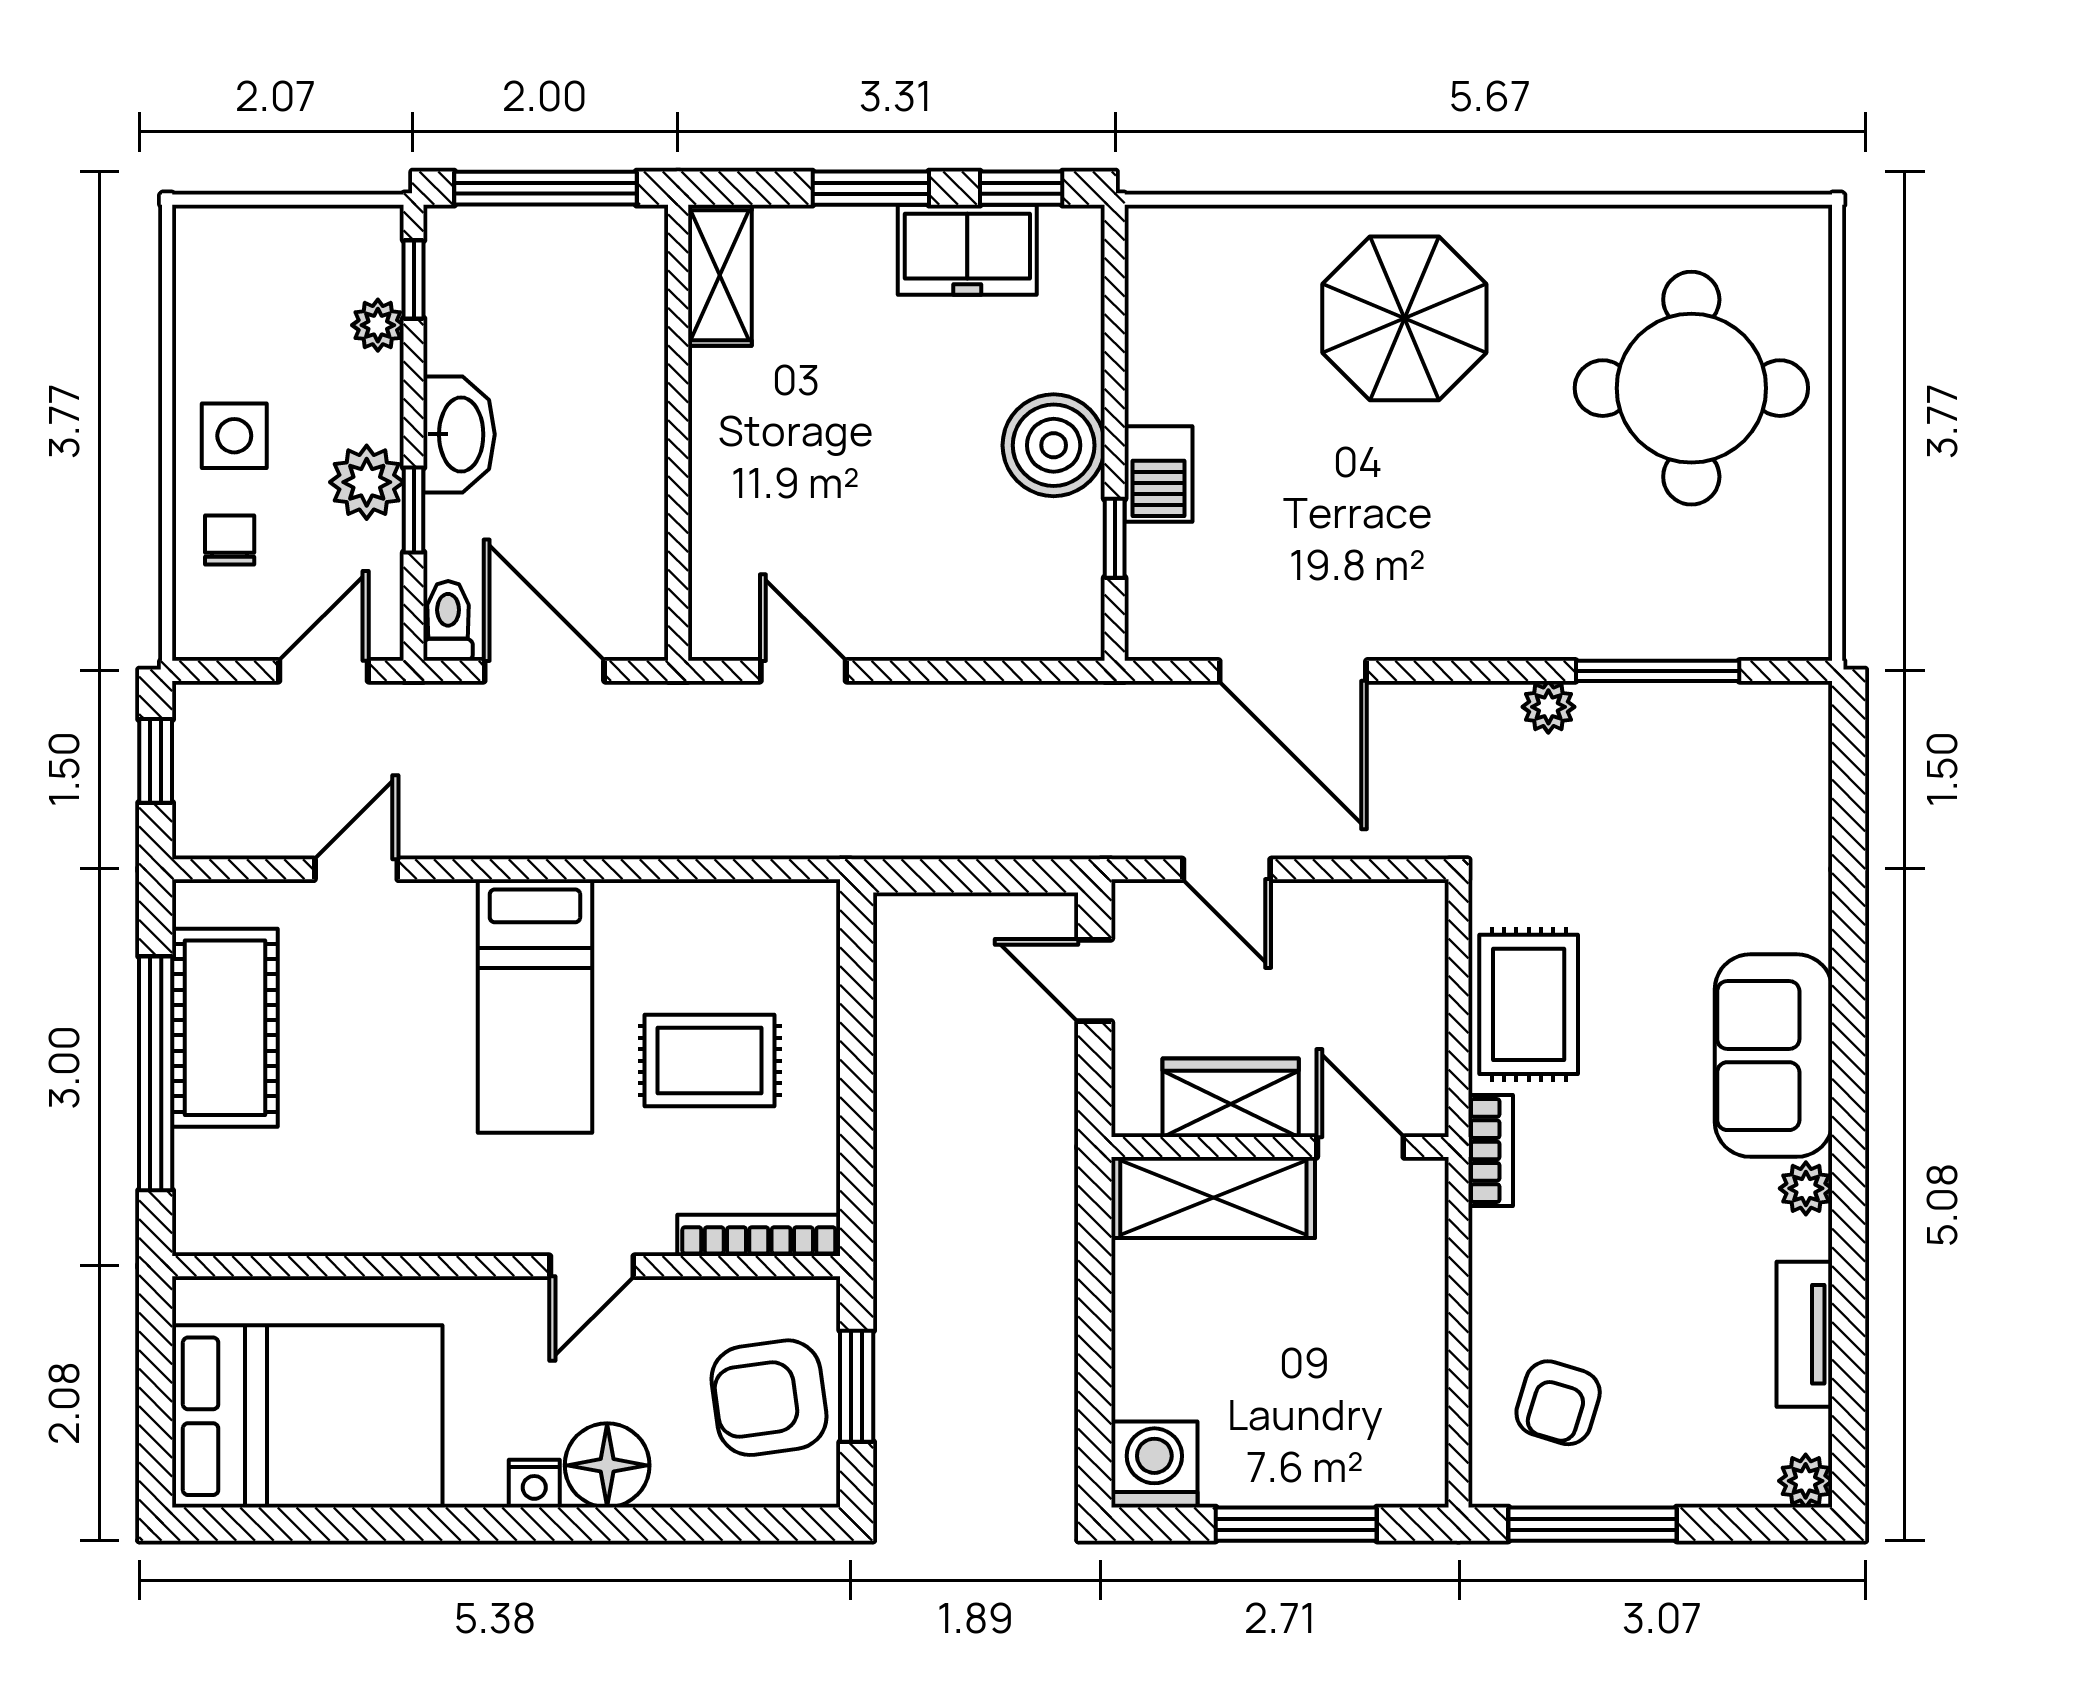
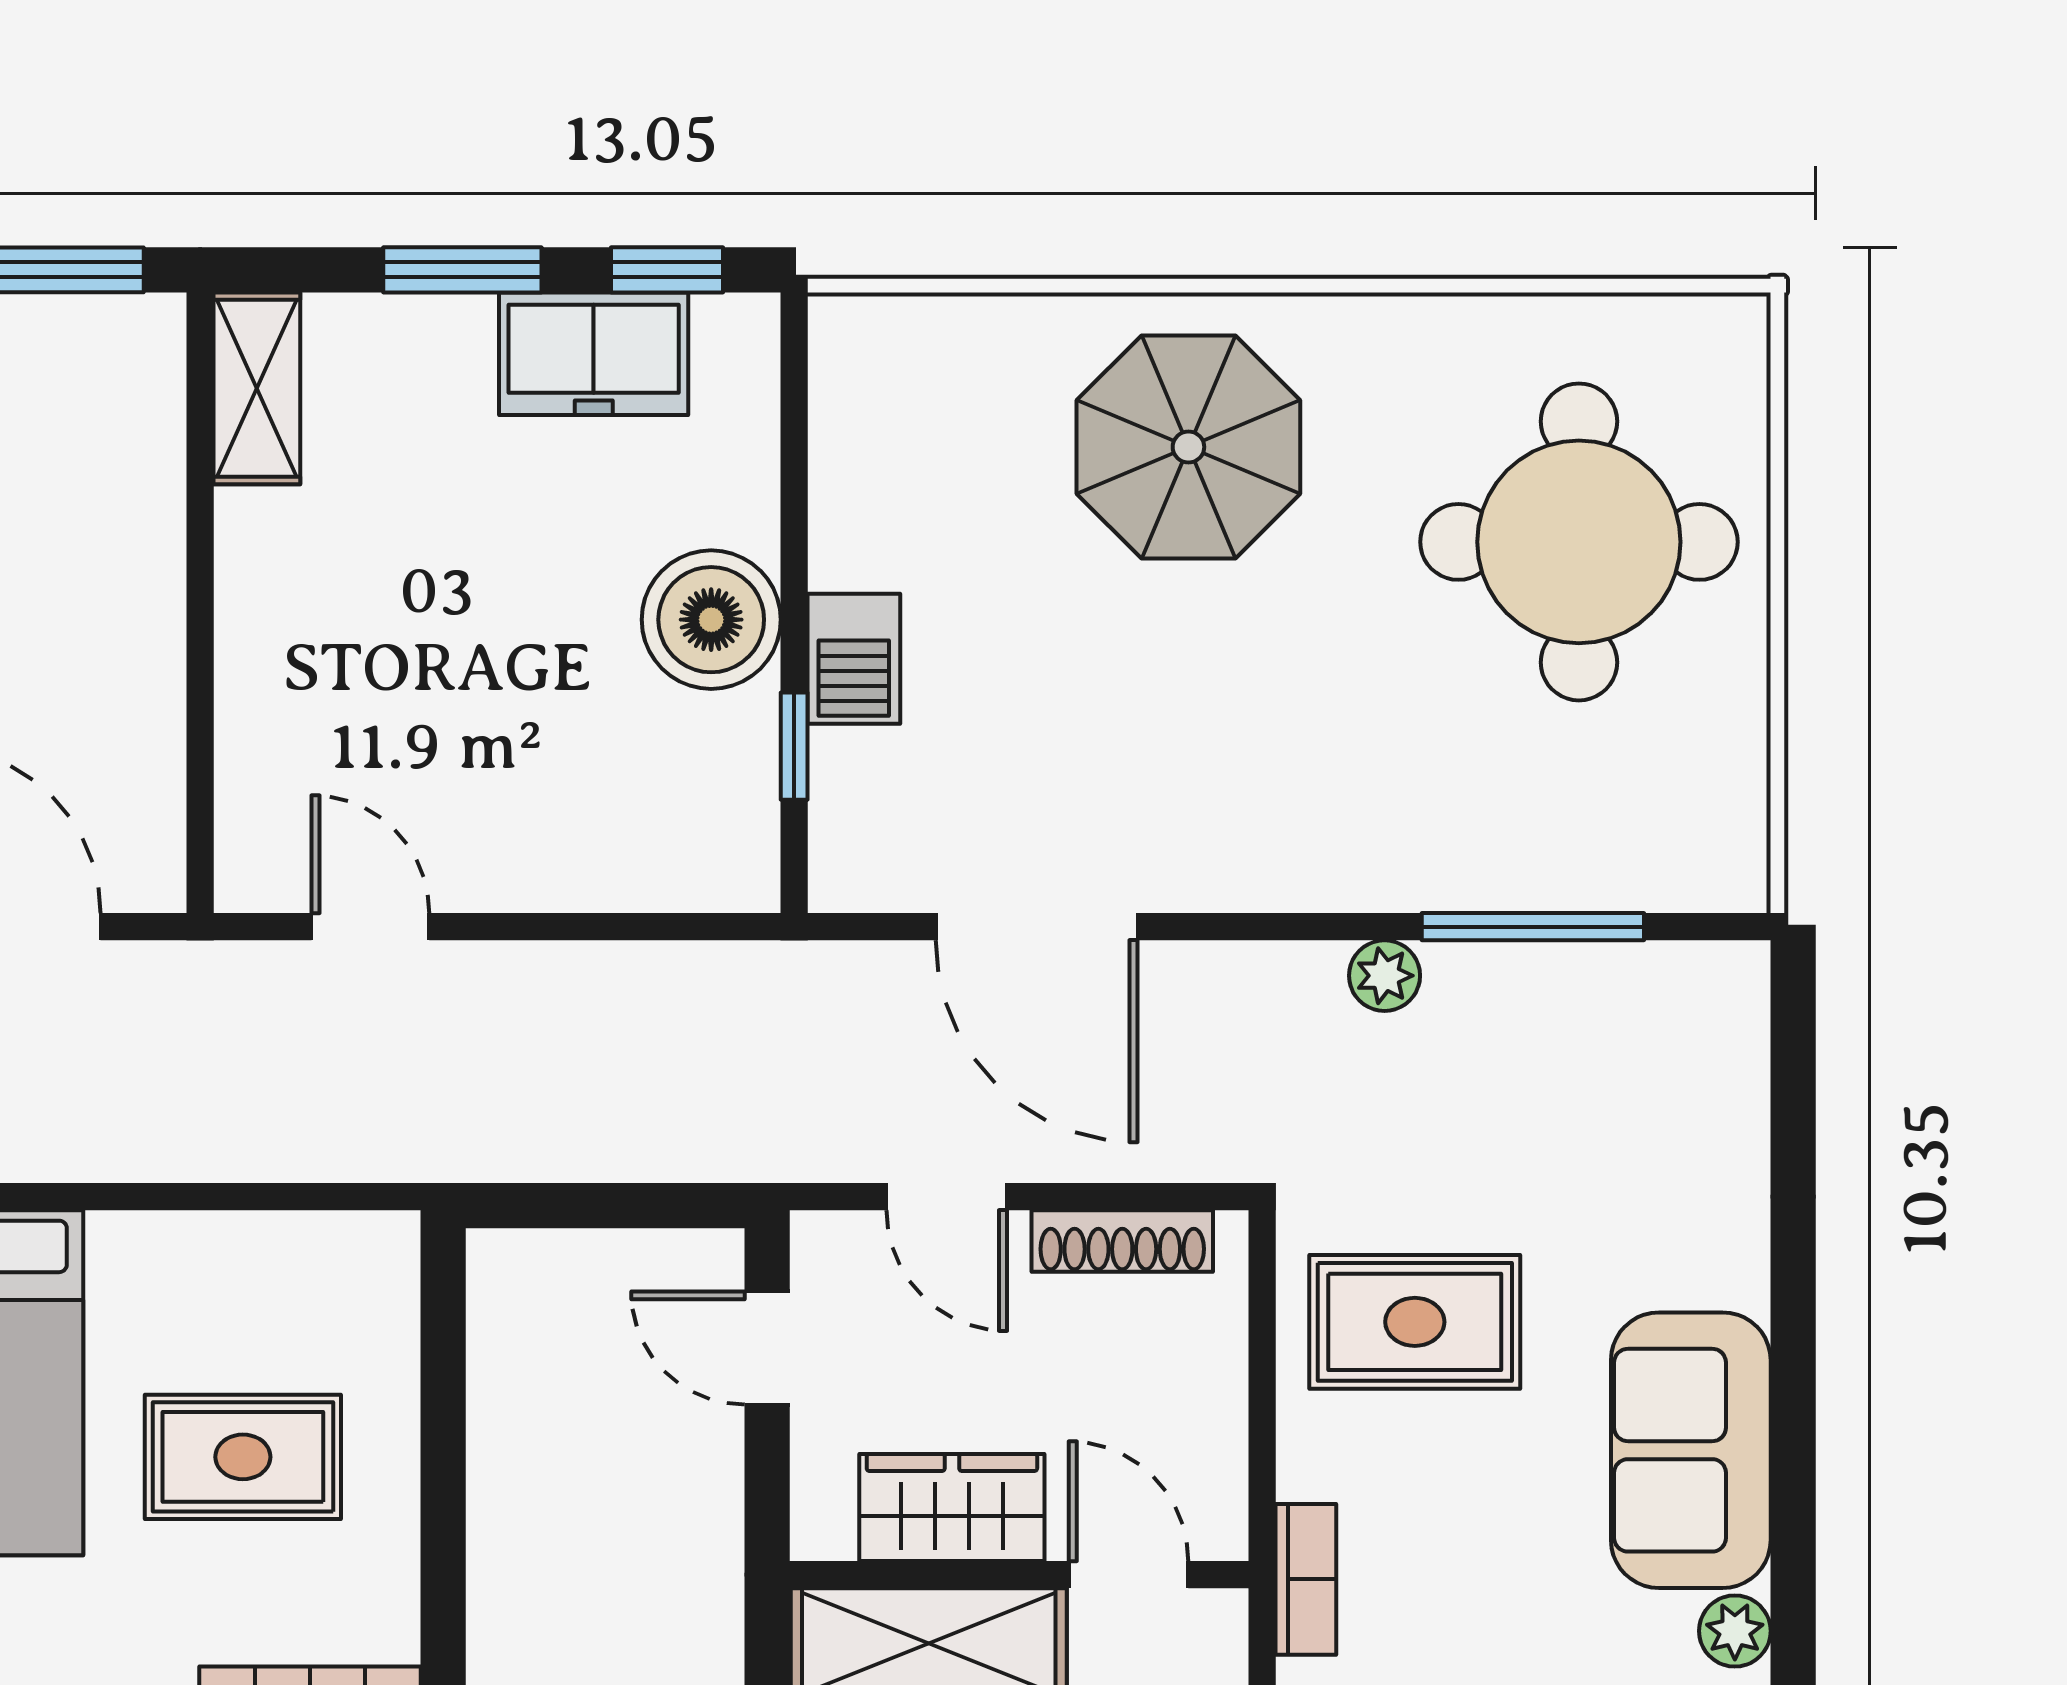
shoe rack: (1356, 902) -> (1122, 1241), added
rug: (1529, 1004) -> (1415, 1322), moved, turned 90

